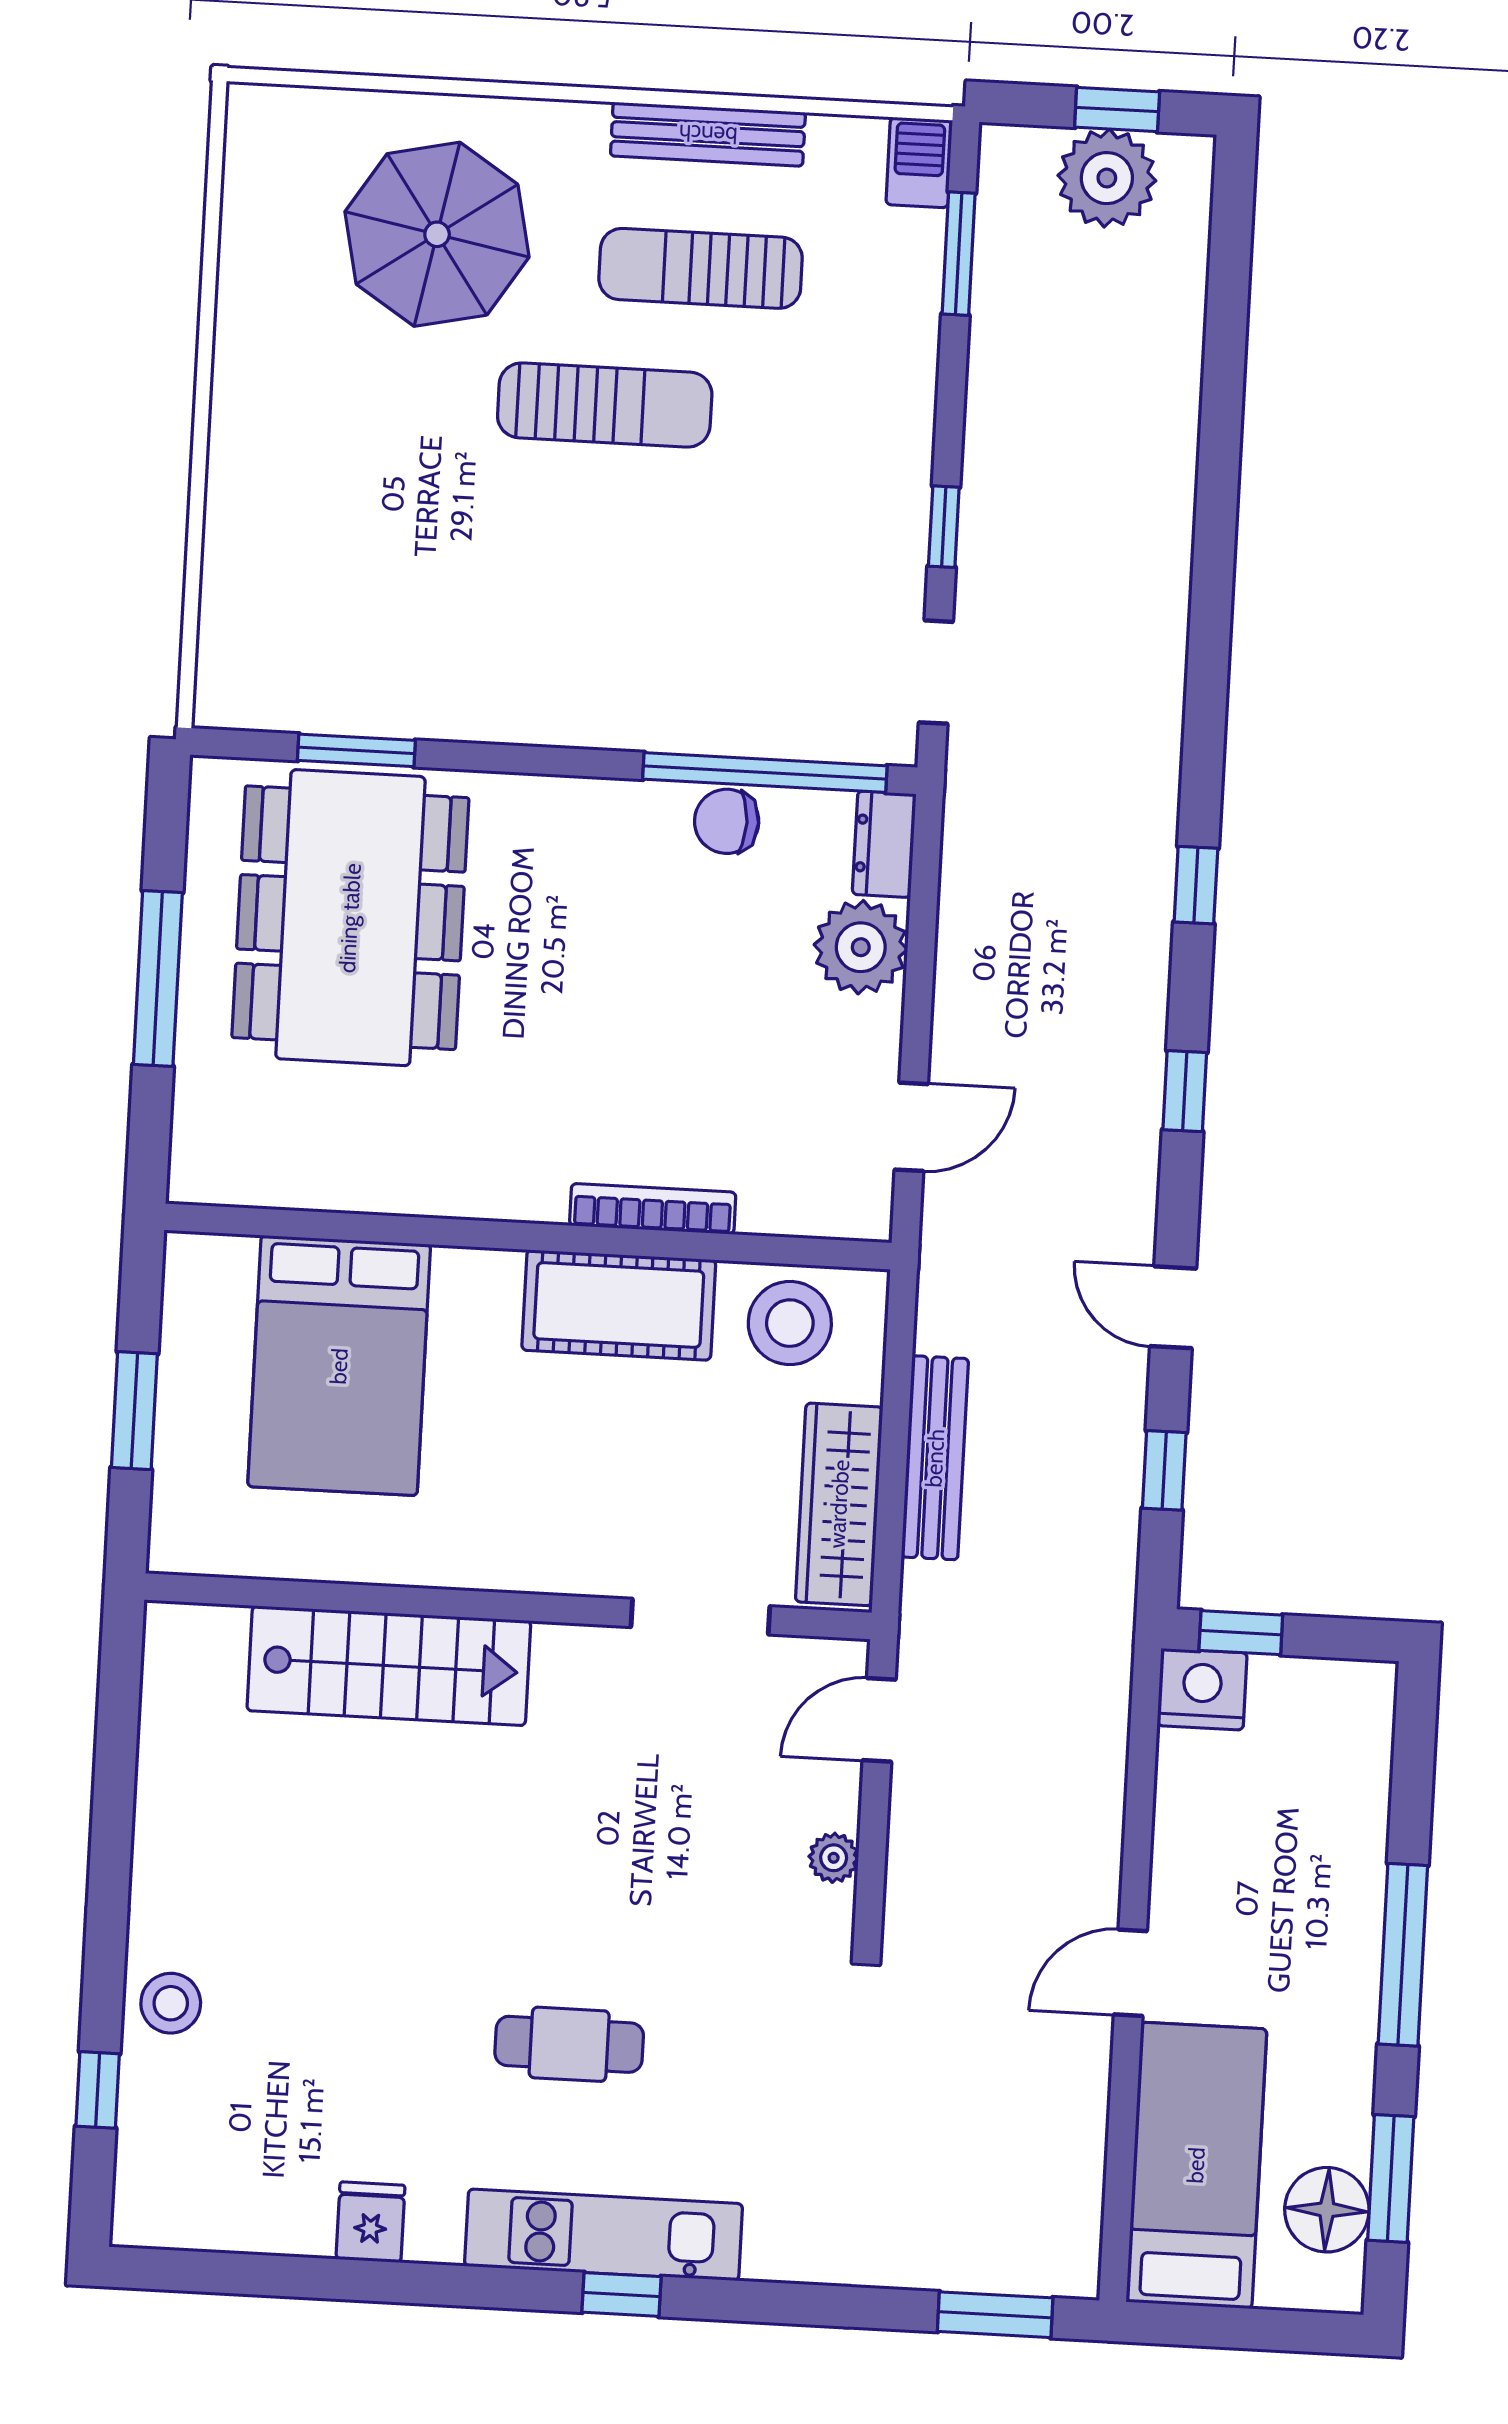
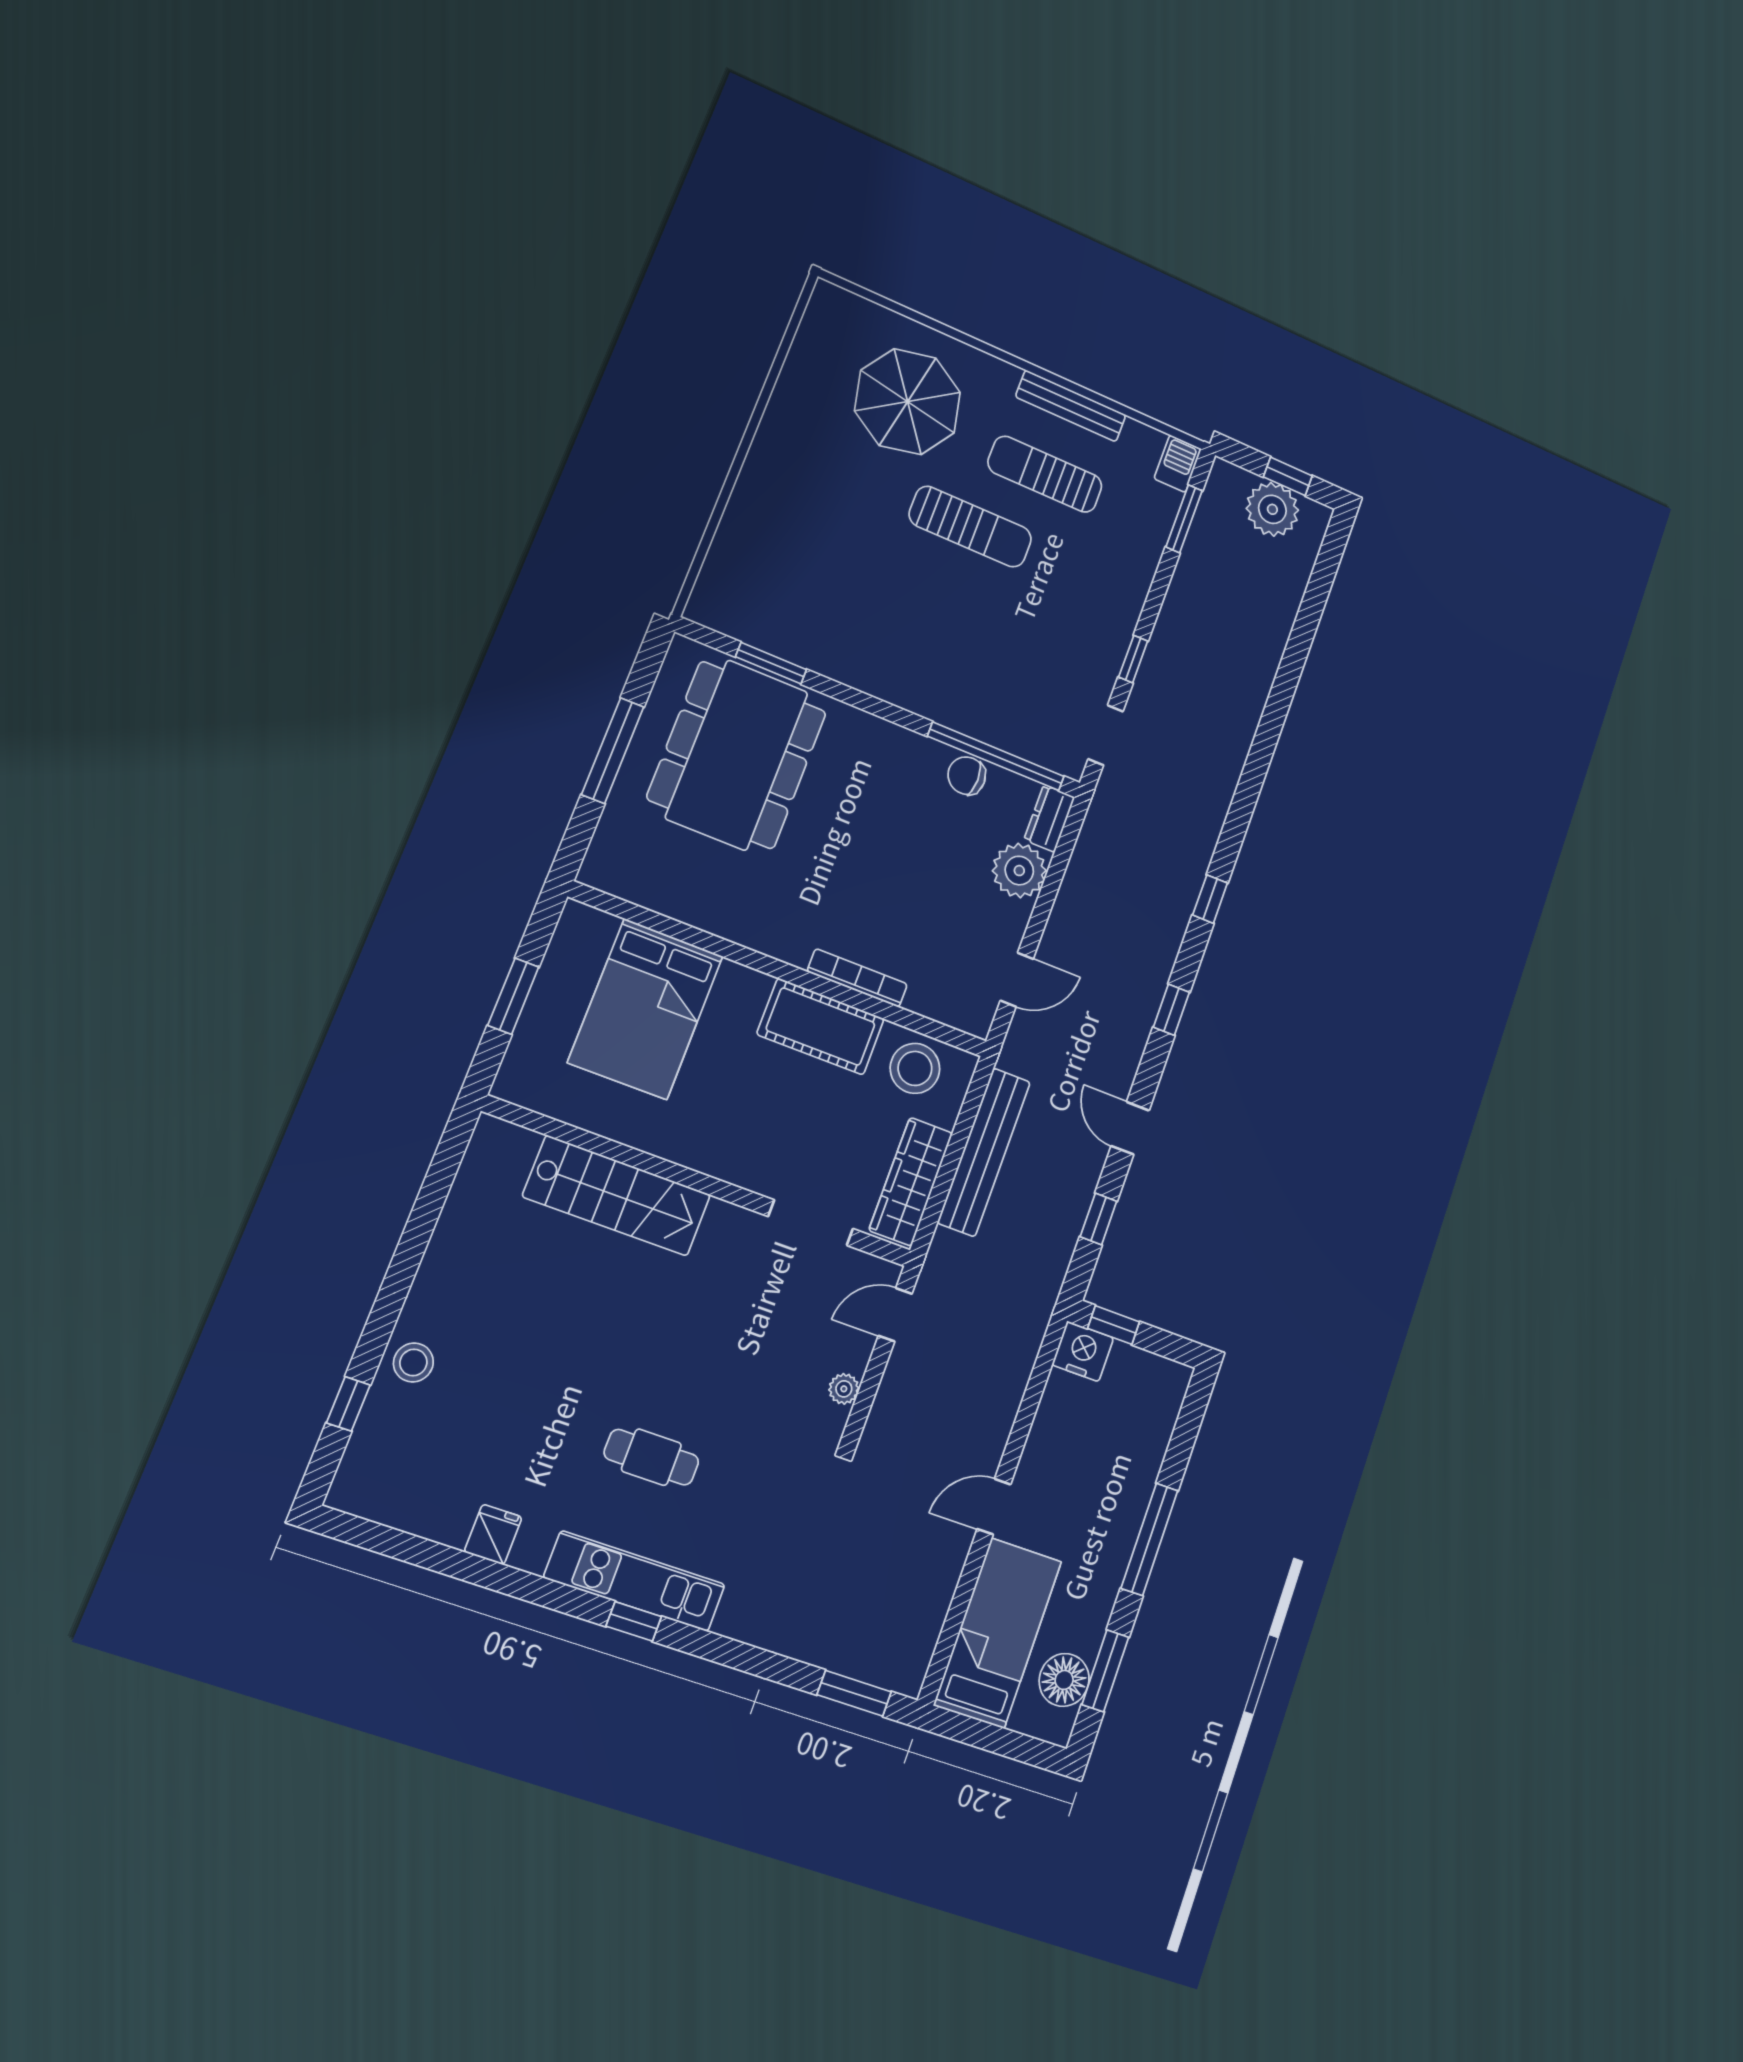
bench: (935, 1458) -> (984, 1152), width x1.37, depth x1.21

